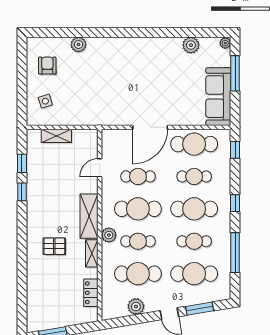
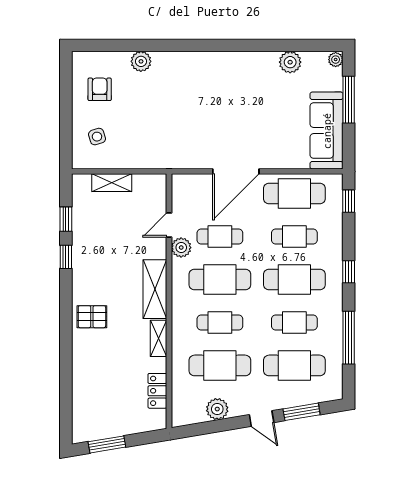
plant: (109, 235) -> (181, 248), moved
pallet: (54, 246) -> (92, 317), moved

